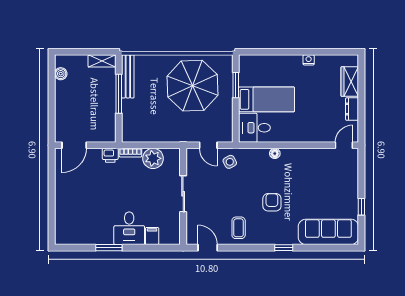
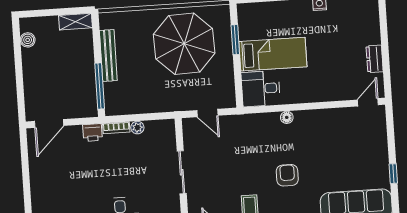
bench: (128, 76) -> (108, 55), moved
wardrobe: (350, 82) -> (370, 27), removed
window: (119, 94) -> (100, 86), moved
plant: (153, 158) -> (137, 128), width x0.53, depth x0.53
side table: (230, 162) -> (234, 131), removed

